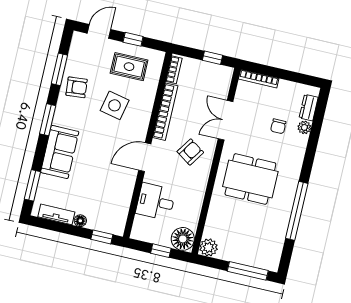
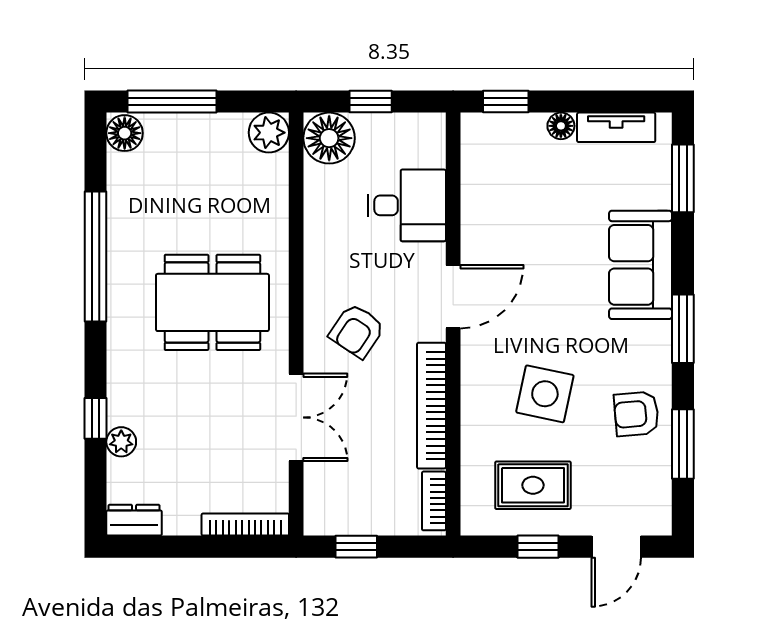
dresser: (309, 108) -> (134, 520), moved, turned -90
chair: (278, 126) -> (179, 431), removed
window: (313, 140) -> (96, 418), added
floor lamp: (272, 262) -> (125, 133), added

